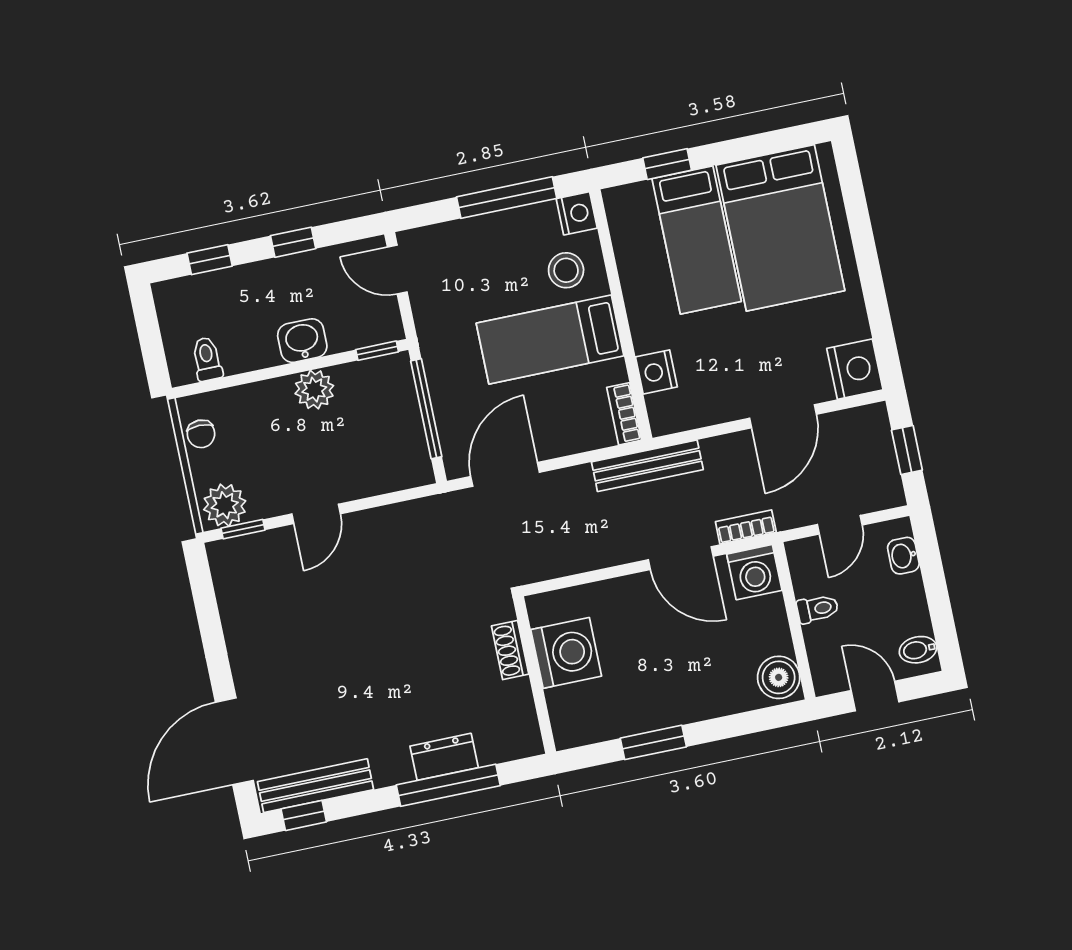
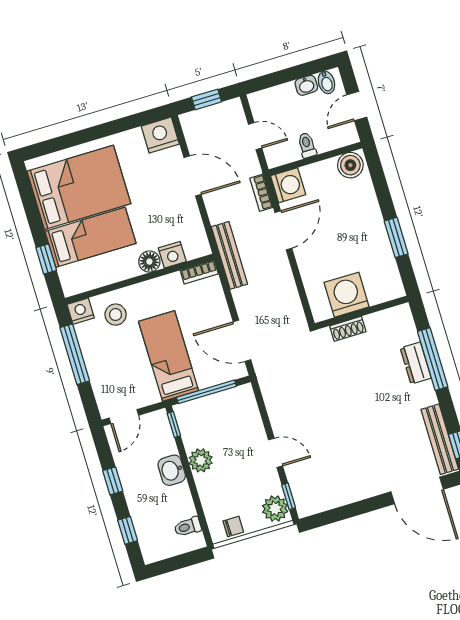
floor lamp: (648, 333) -> (149, 262), added
bed: (550, 339) -> (169, 356), moved, turned 180
washbasin: (903, 556) -> (306, 85), moved

